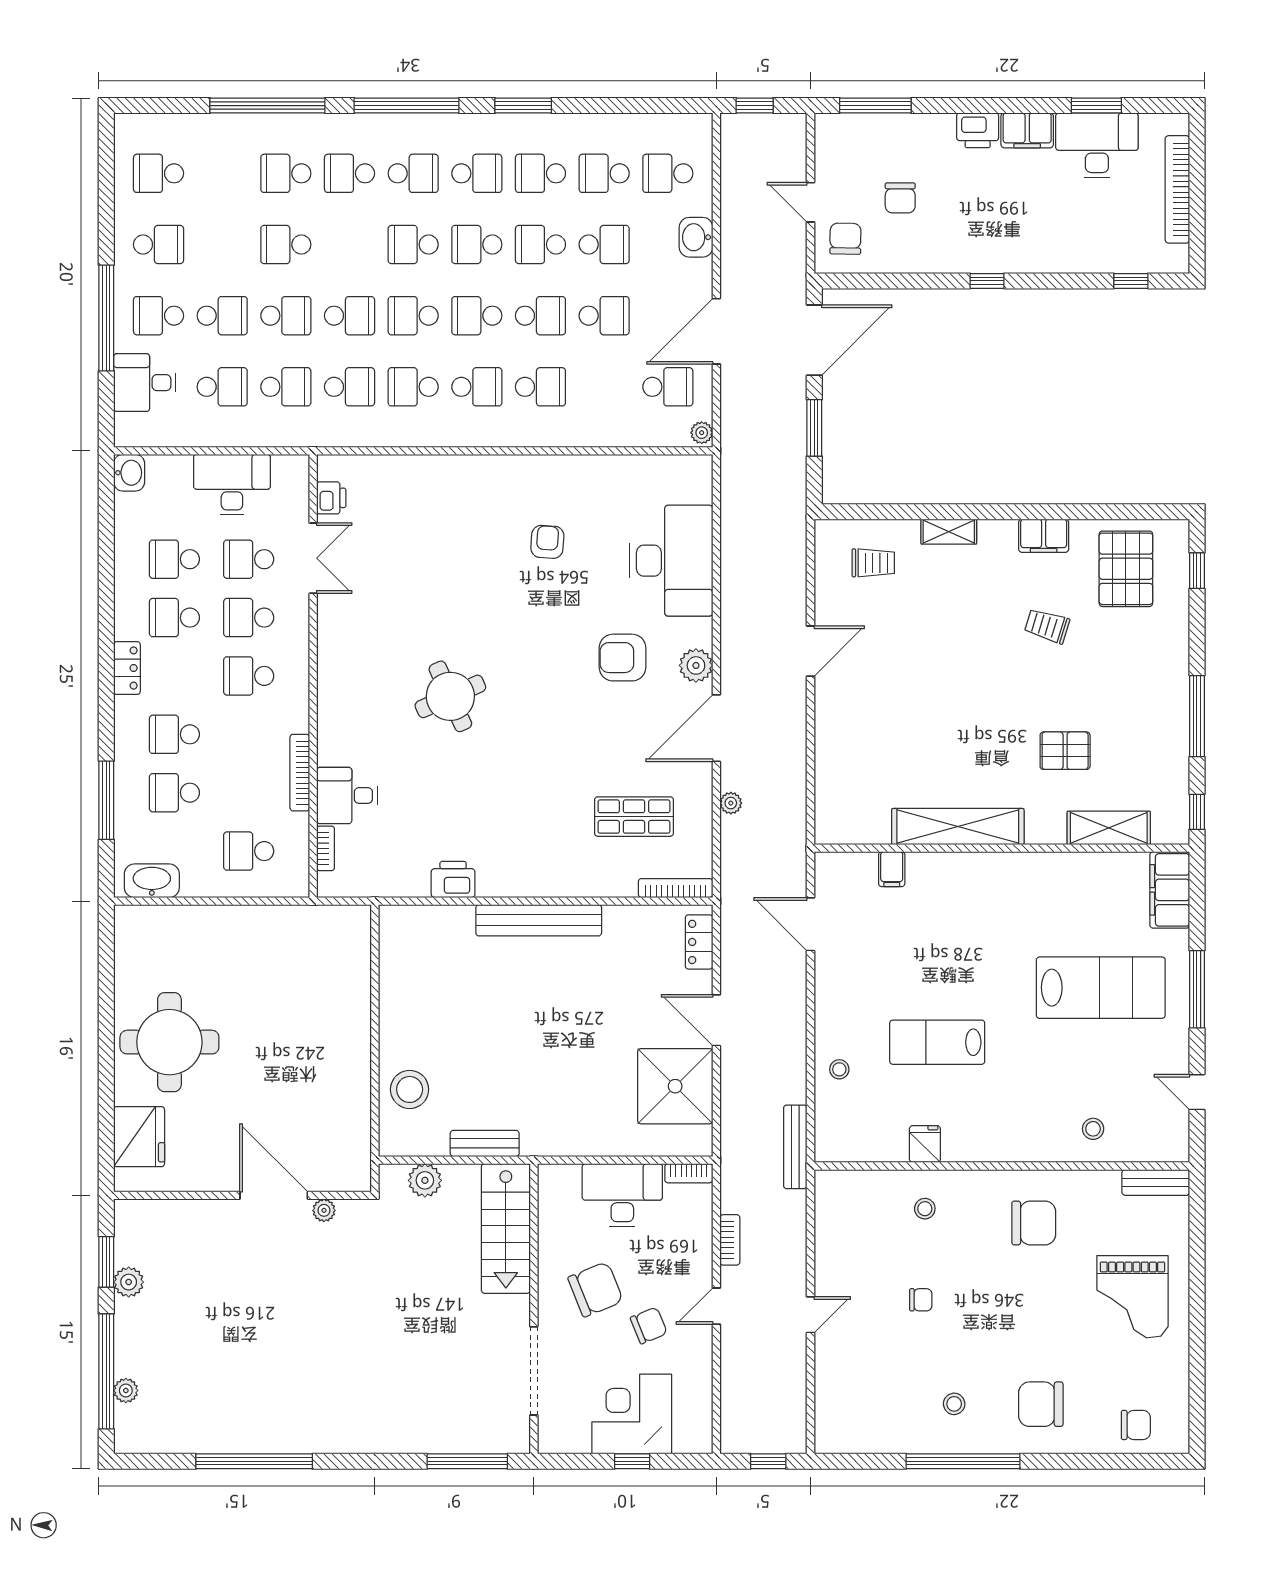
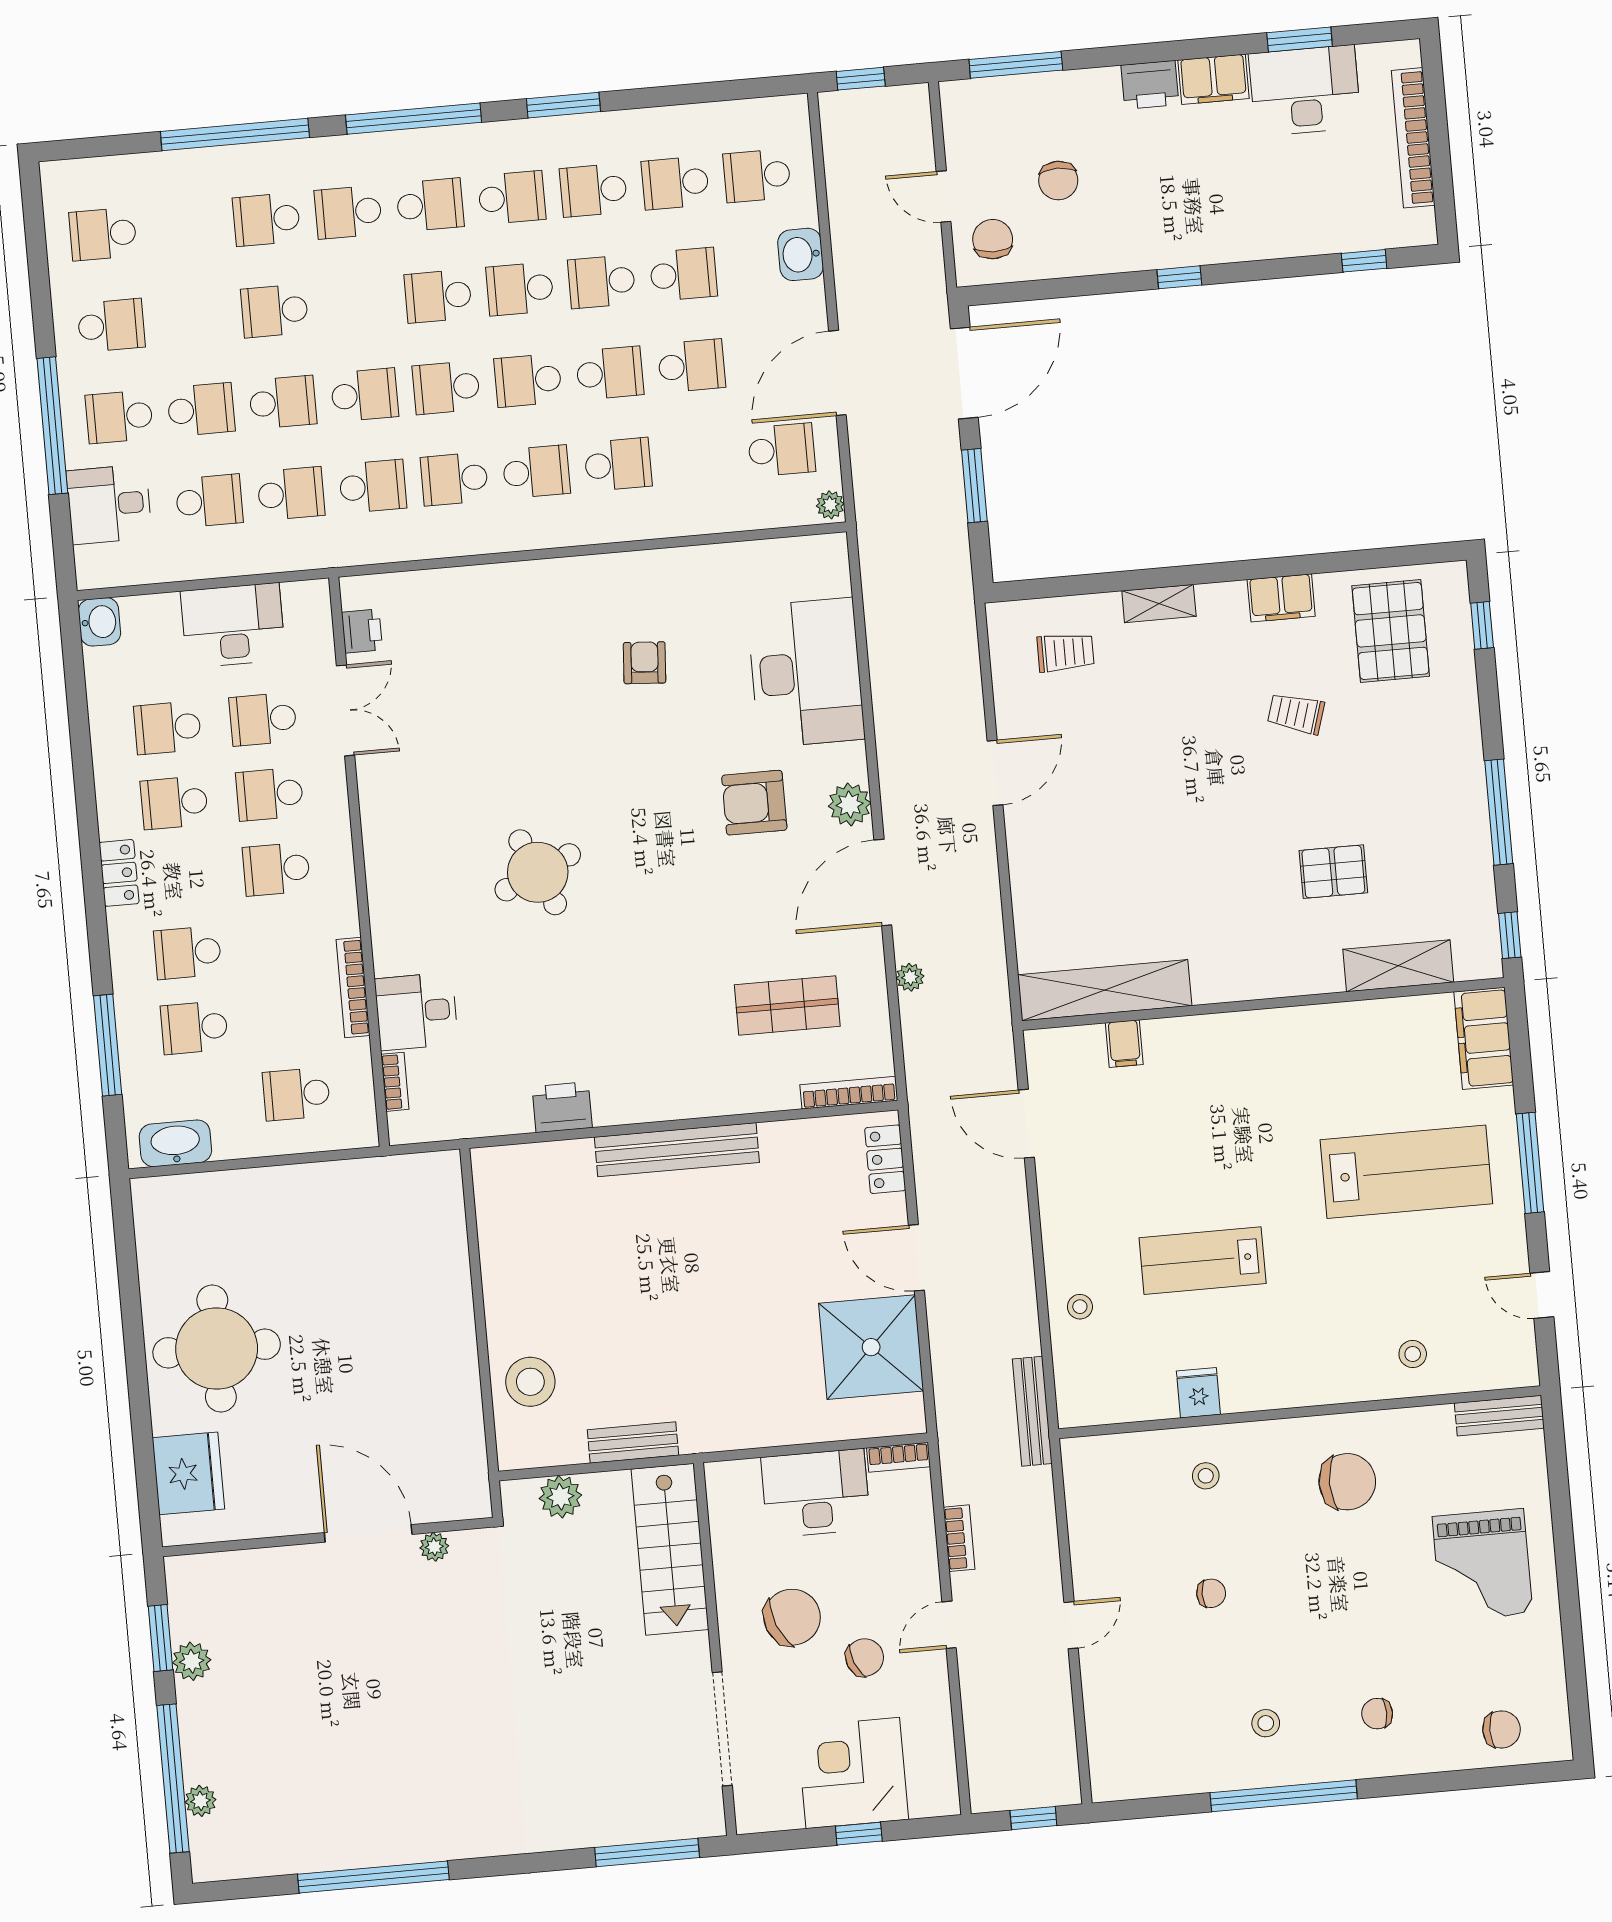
shelving: (958, 827) -> (1105, 990), moved
chair: (1041, 1404) -> (1377, 1714), width x0.54, depth x0.54

